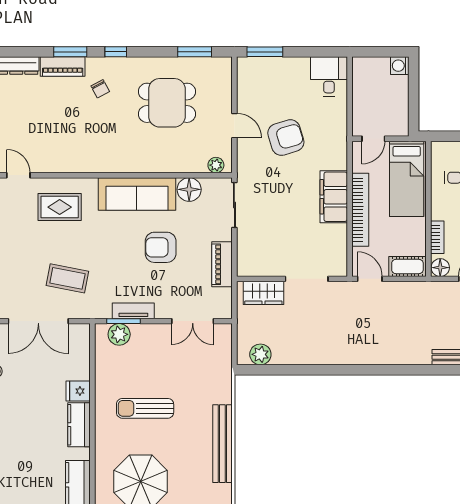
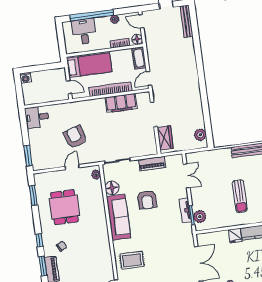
filing cabinet: (334, 197) -> (121, 103), moved
rug: (60, 207) -> (132, 260), turned 90
coffee table: (67, 278) -> (172, 250), removed

